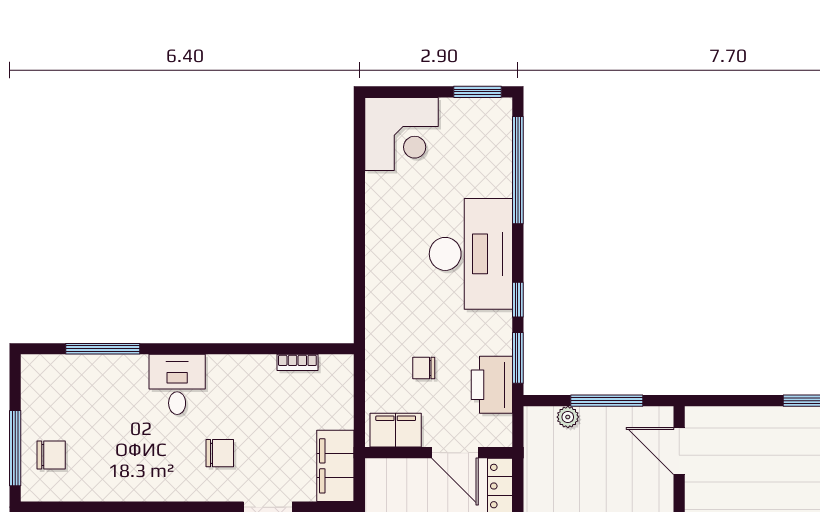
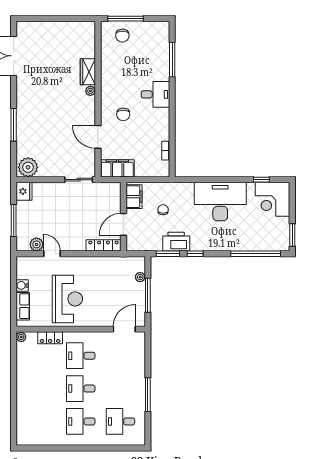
window: (359, 158) -> (261, 180), added
desk: (471, 254) -> (220, 202), moved, turned 180
printer: (492, 385) -> (176, 242), moved

